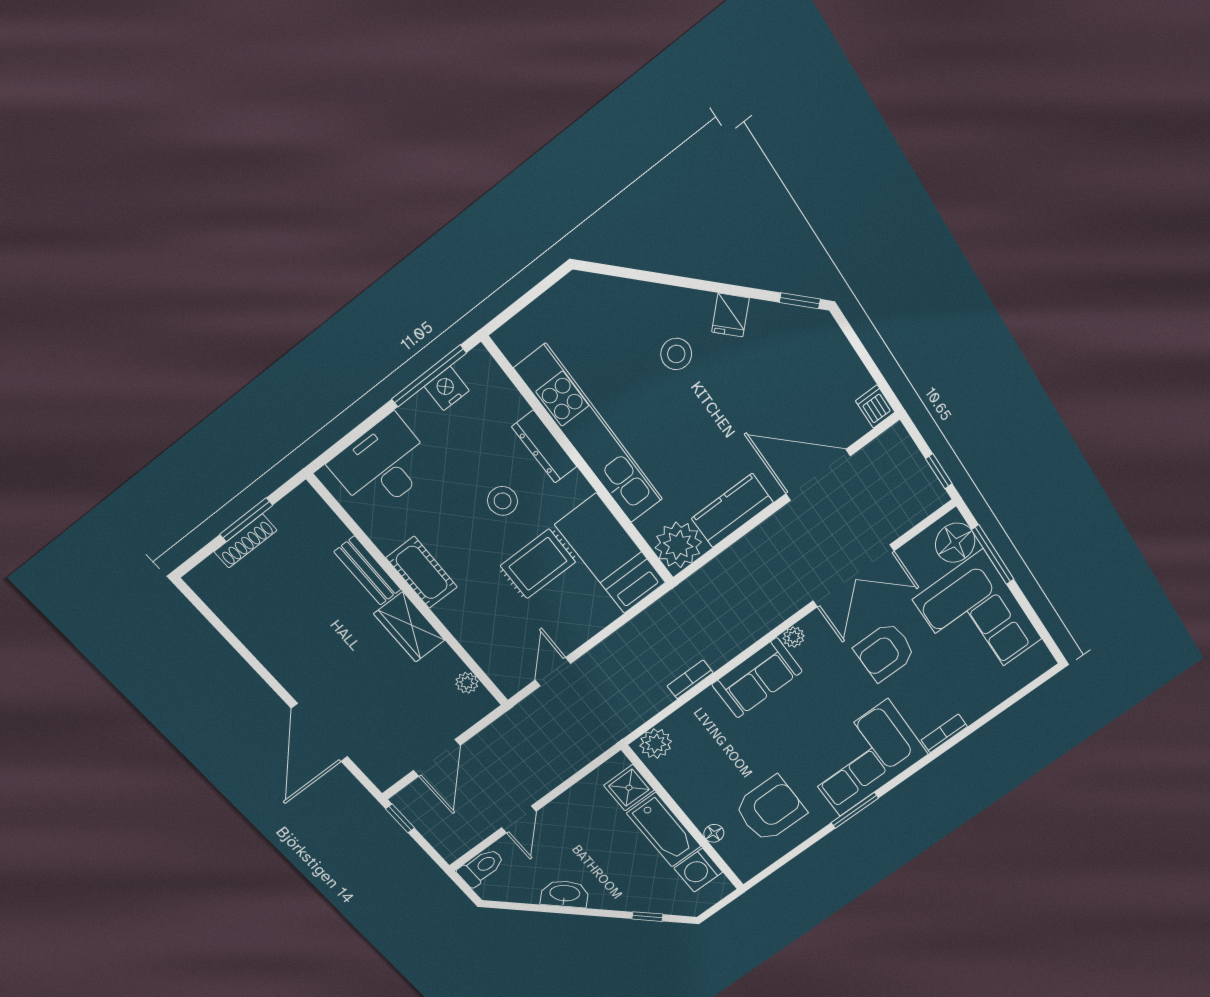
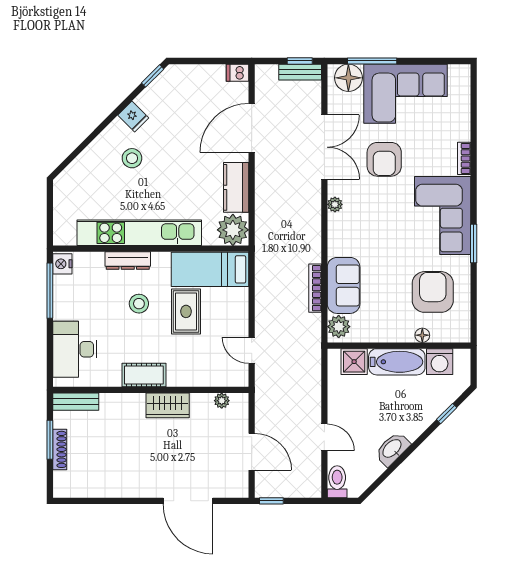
nightstand: (447, 389) -> (62, 264), moved
bench: (925, 482) -> (300, 72), added
bench: (368, 571) -> (76, 402), moved
sofa: (757, 678) -> (344, 285), moved
bookcase: (690, 679) -> (315, 288), width x1.56

